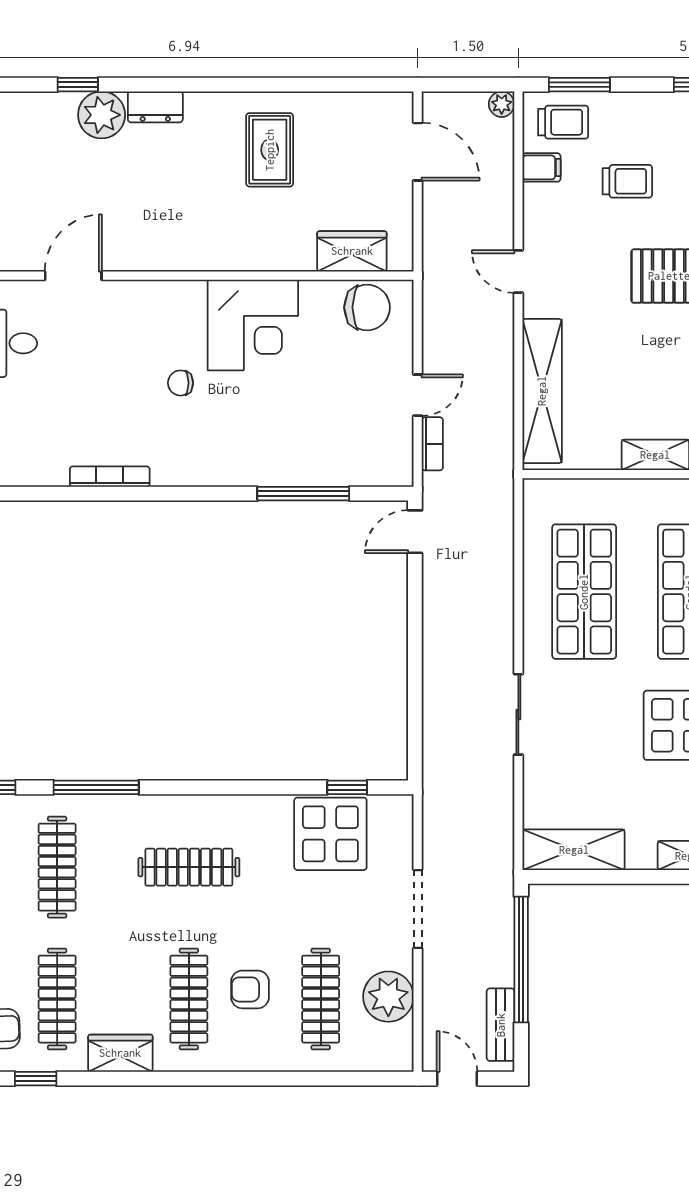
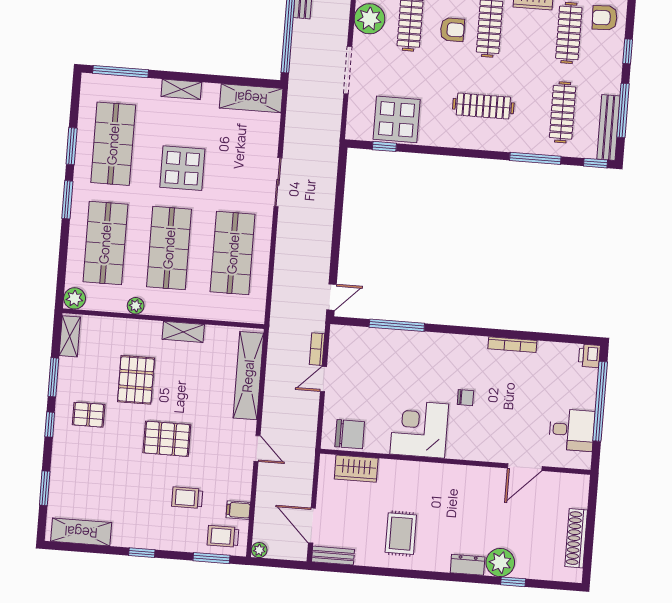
bench: (379, 105) -> (333, 556), added
chair: (367, 307) -> (350, 434), turned 180

